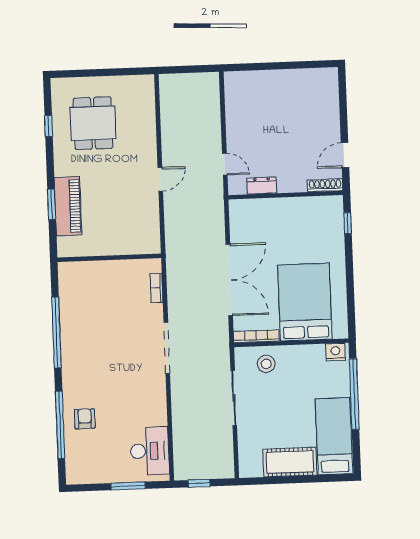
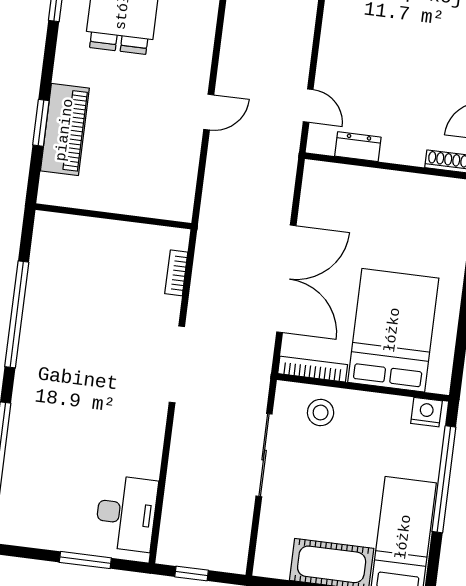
armchair: (85, 419) -> (37, 449), removed

